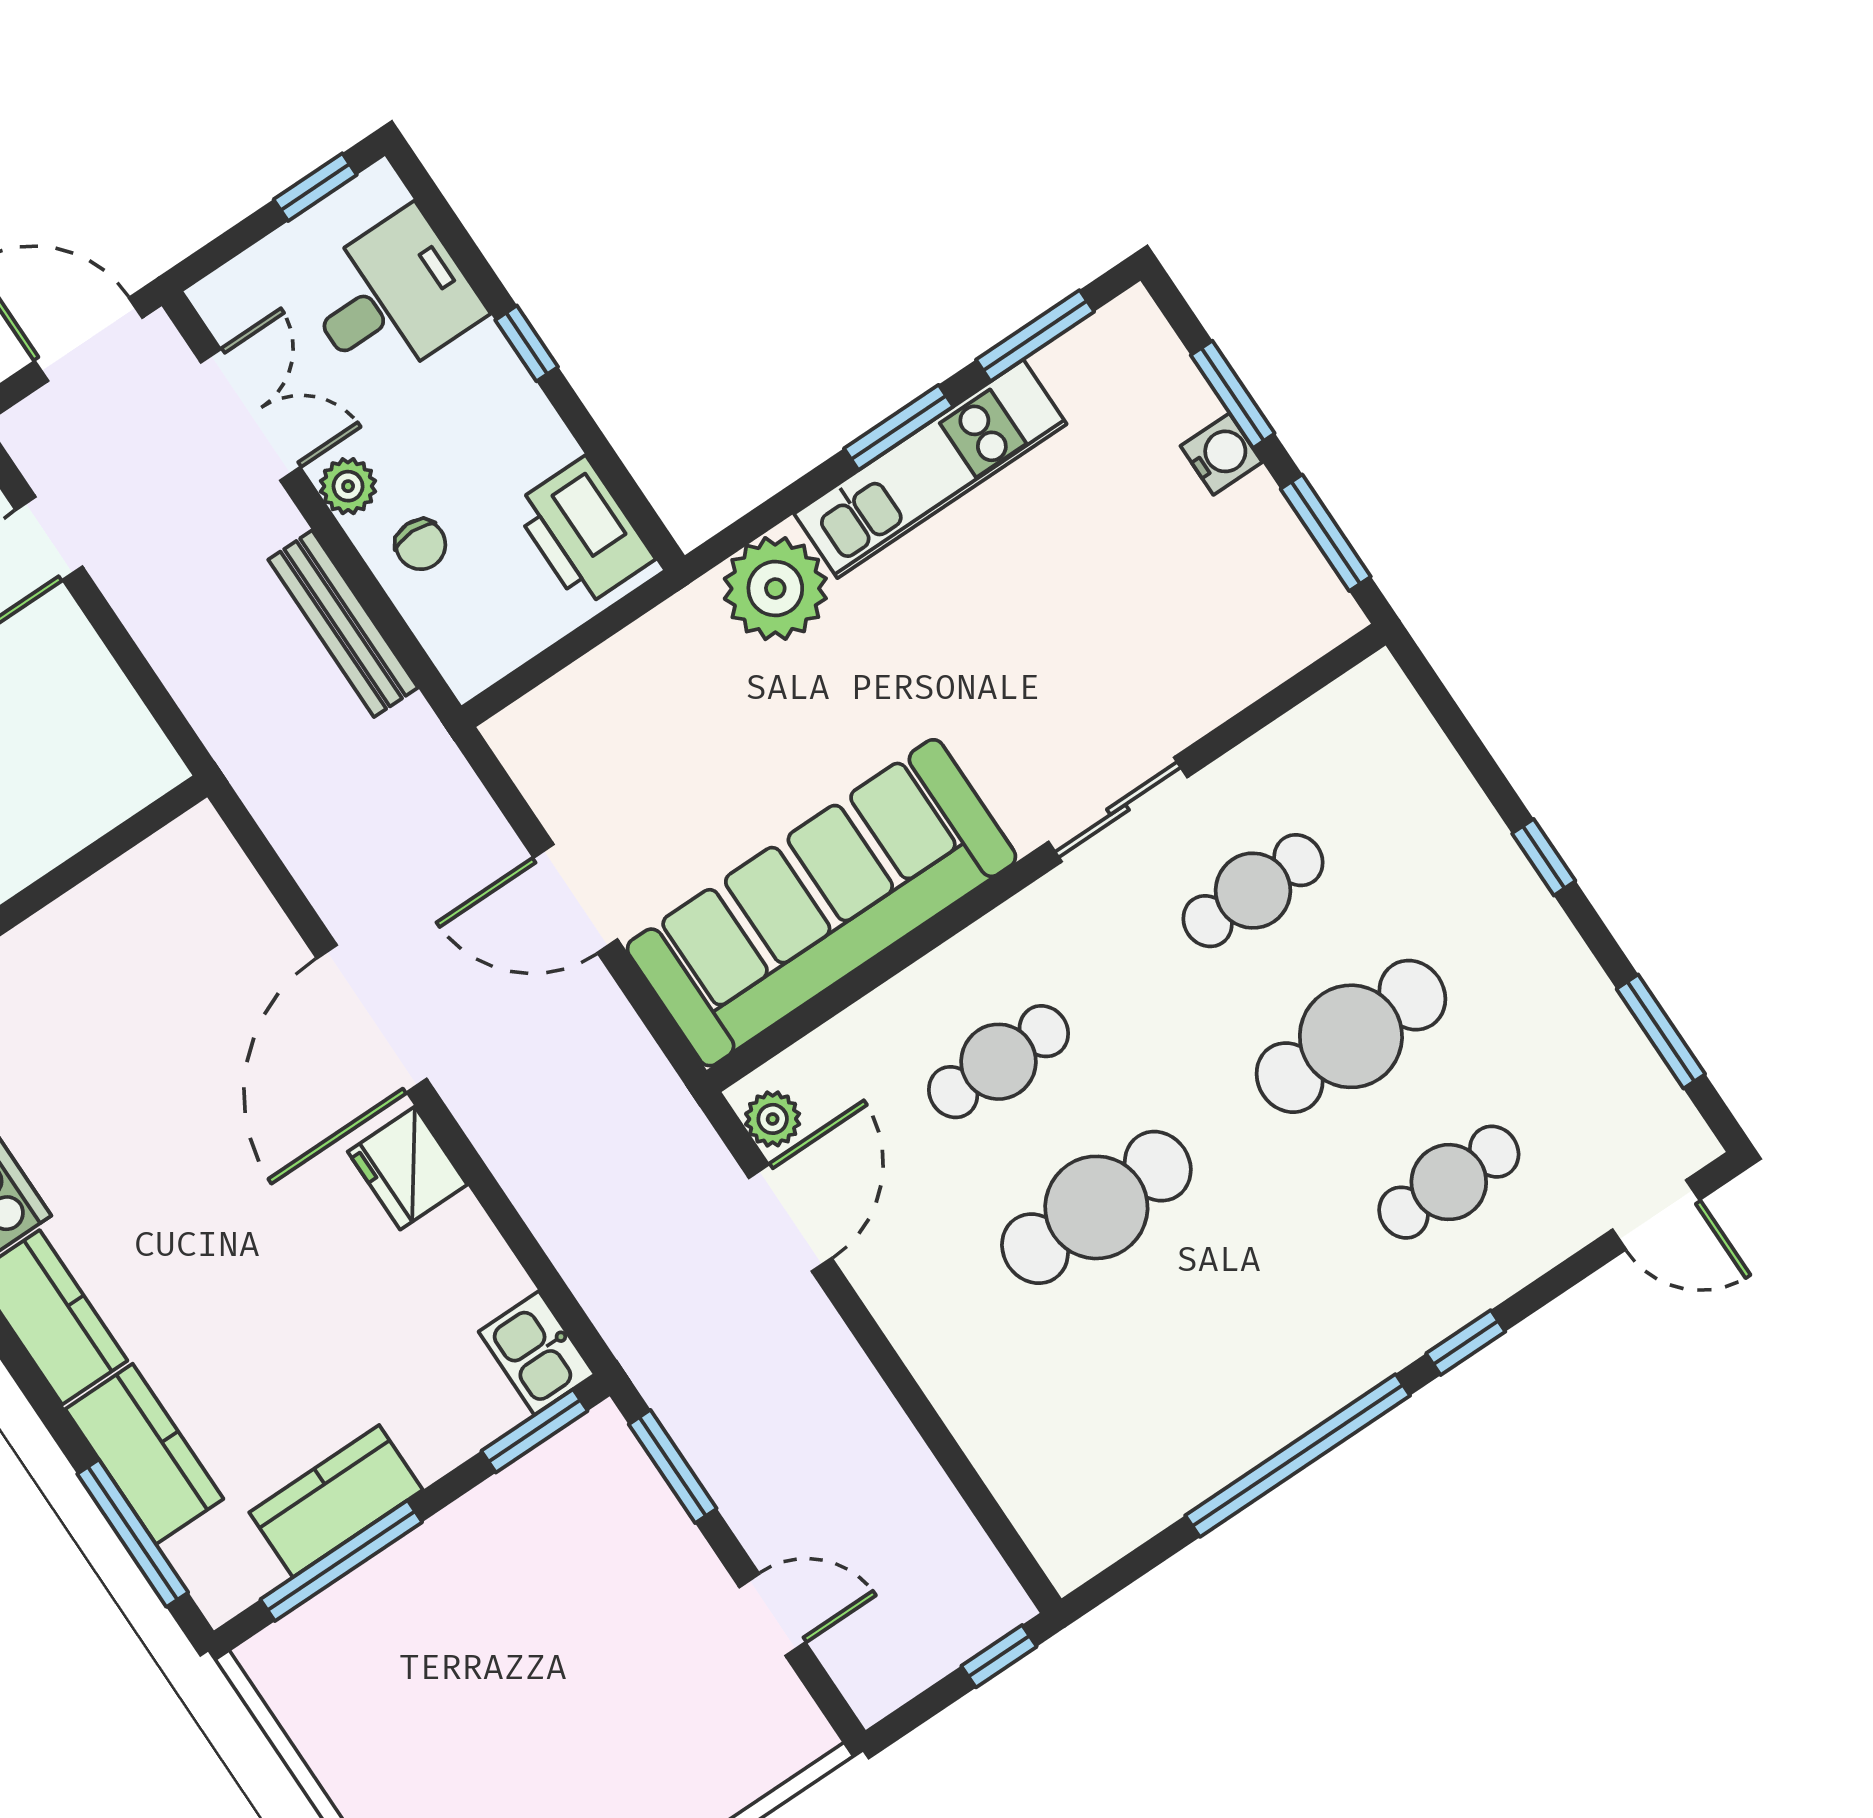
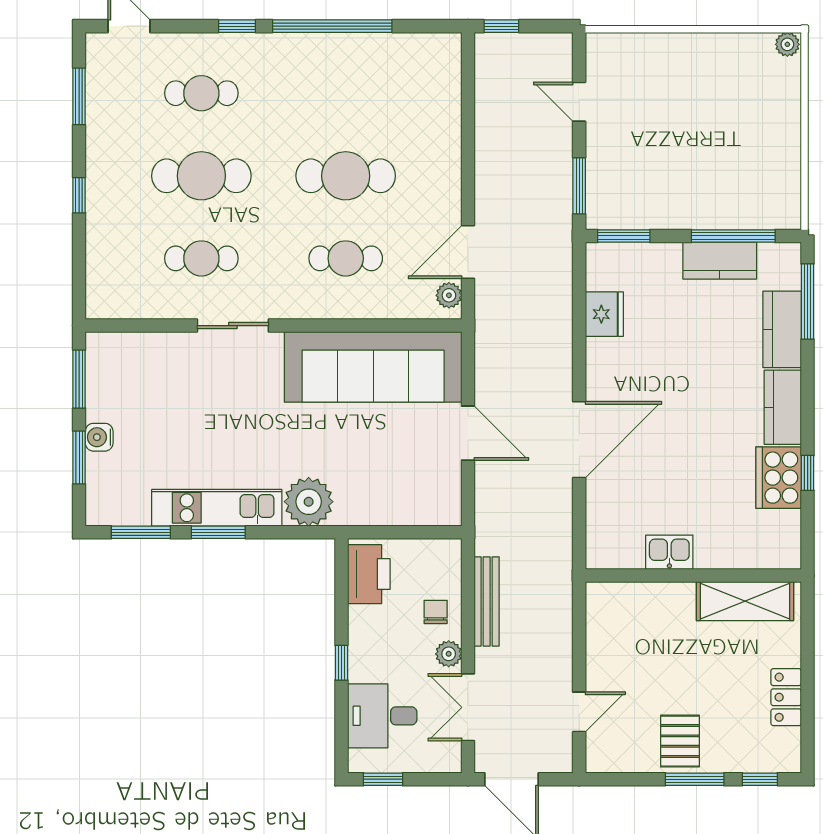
fridge: (408, 1168) -> (604, 314), moved
kitchen sink: (537, 1353) -> (669, 552), moved, turned -90

